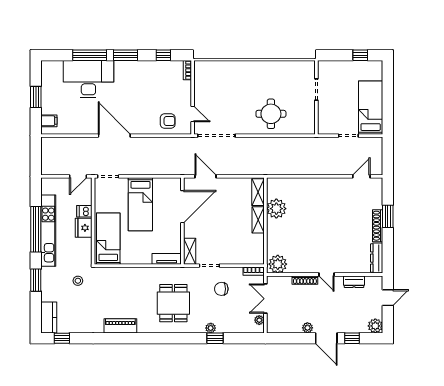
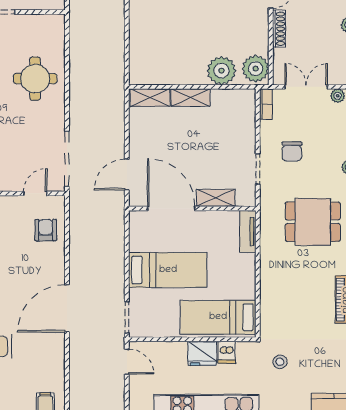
plant: (276, 209) -> (221, 71), moved
dishwasher: (84, 211) -> (227, 352), moved
shelving: (190, 251) -> (216, 198), moved
double door: (265, 299) -> (306, 87), swing flipped

